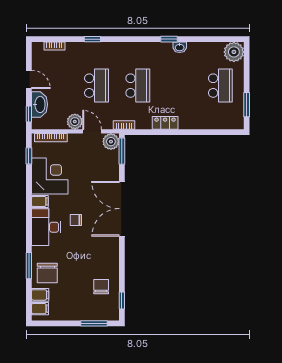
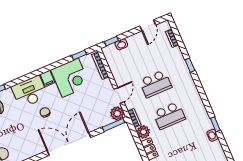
door: (29, 79) -> (148, 25), moved
washbasin: (40, 104) -> (121, 44), width x0.52, depth x0.69
plant: (75, 122) -> (143, 132), moved

